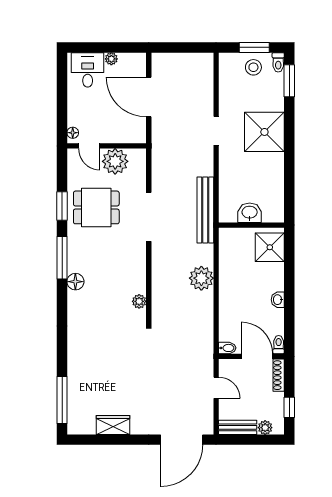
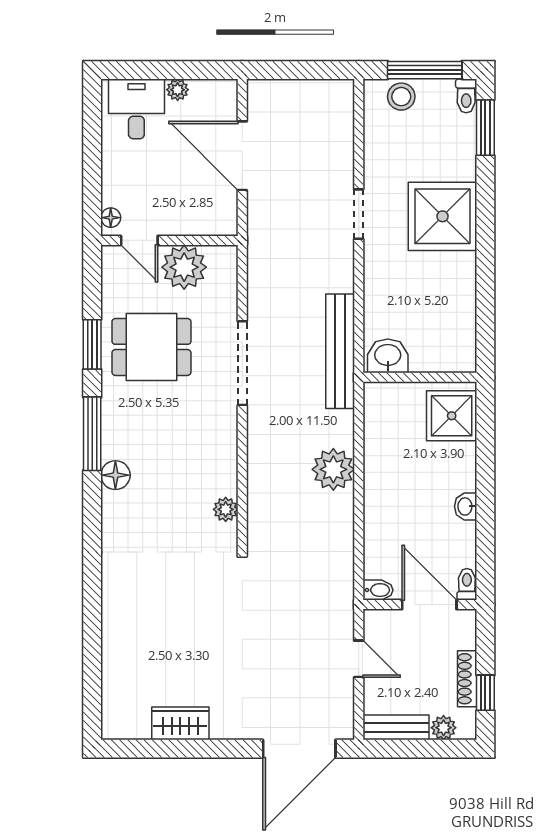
window: (254, 47) -> (425, 70), width x1.44
stool: (253, 67) -> (401, 97), moved
washbasin: (250, 213) -> (388, 356), moved
shoe rack: (279, 375) -> (467, 679), moved
window: (62, 400) -> (92, 680), removed

